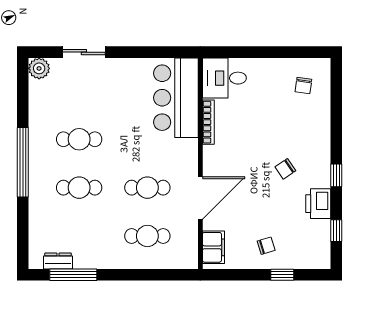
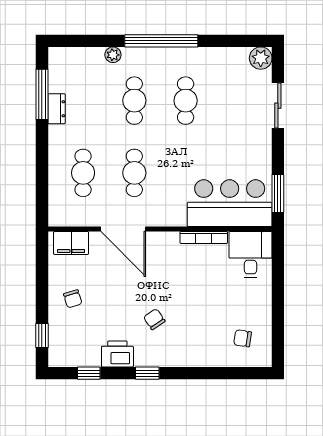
window: (167, 52) -> (278, 194), added
plant: (36, 208) -> (113, 55), added
dresser: (58, 261) -> (57, 109), moved
window: (282, 275) -> (42, 335), moved

